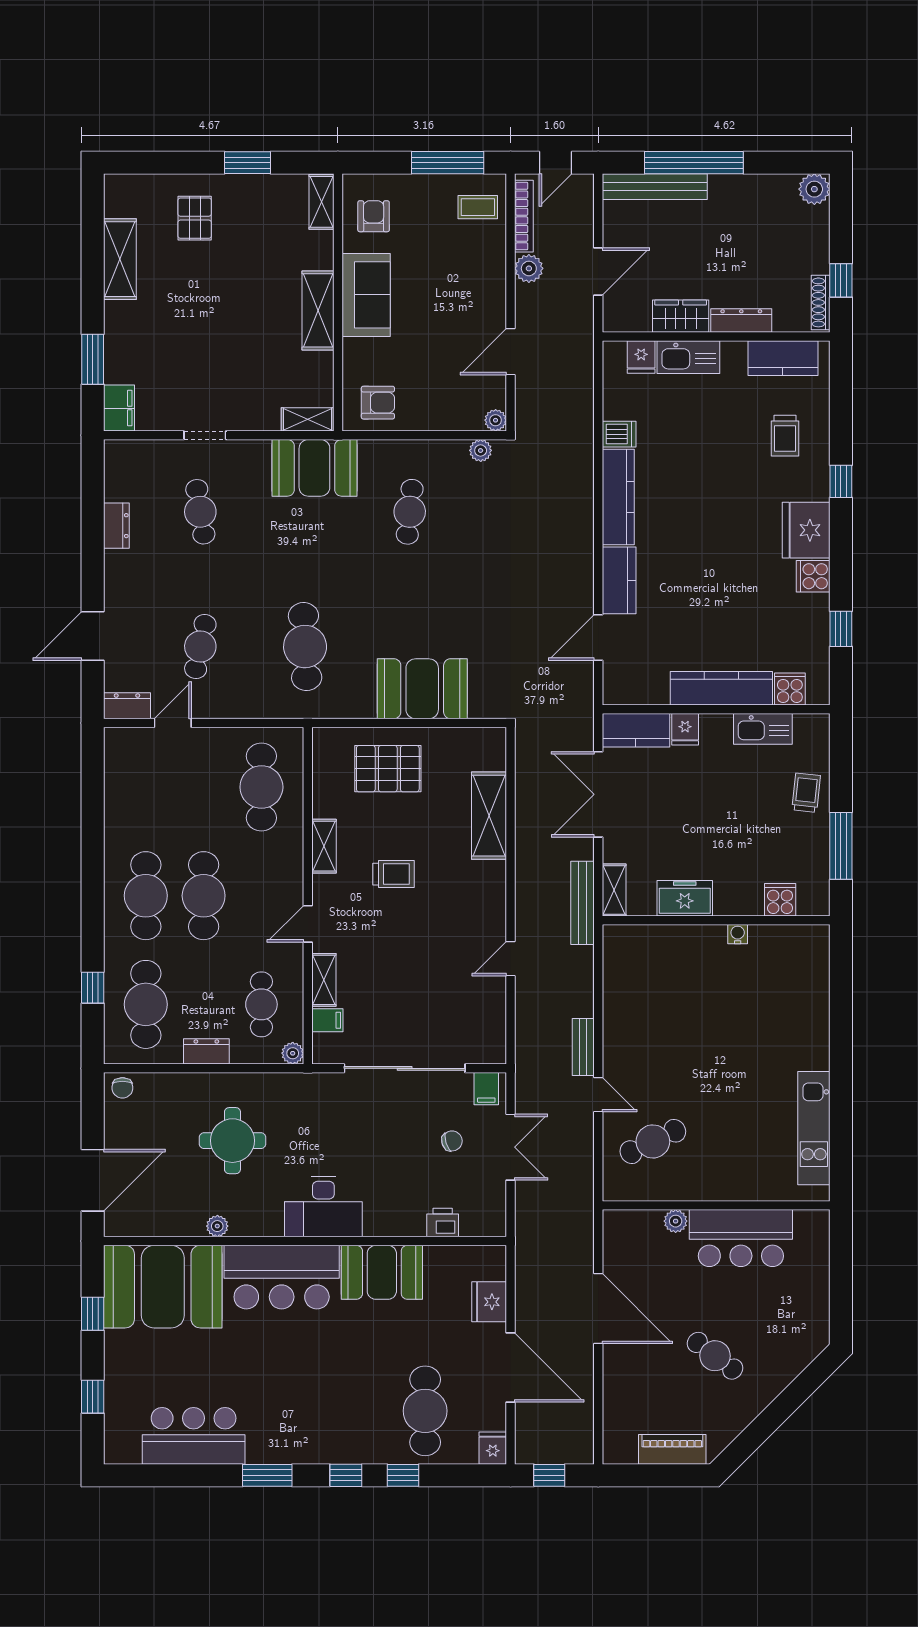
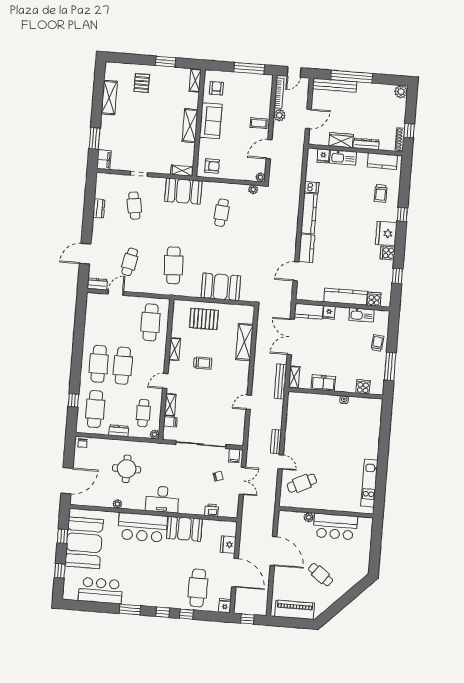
coffee table: (478, 207) -> (259, 123), moved
booth: (163, 1287) -> (84, 543), moved, turned 90
piano: (672, 1449) -> (295, 610), width x1.37, depth x1.33

